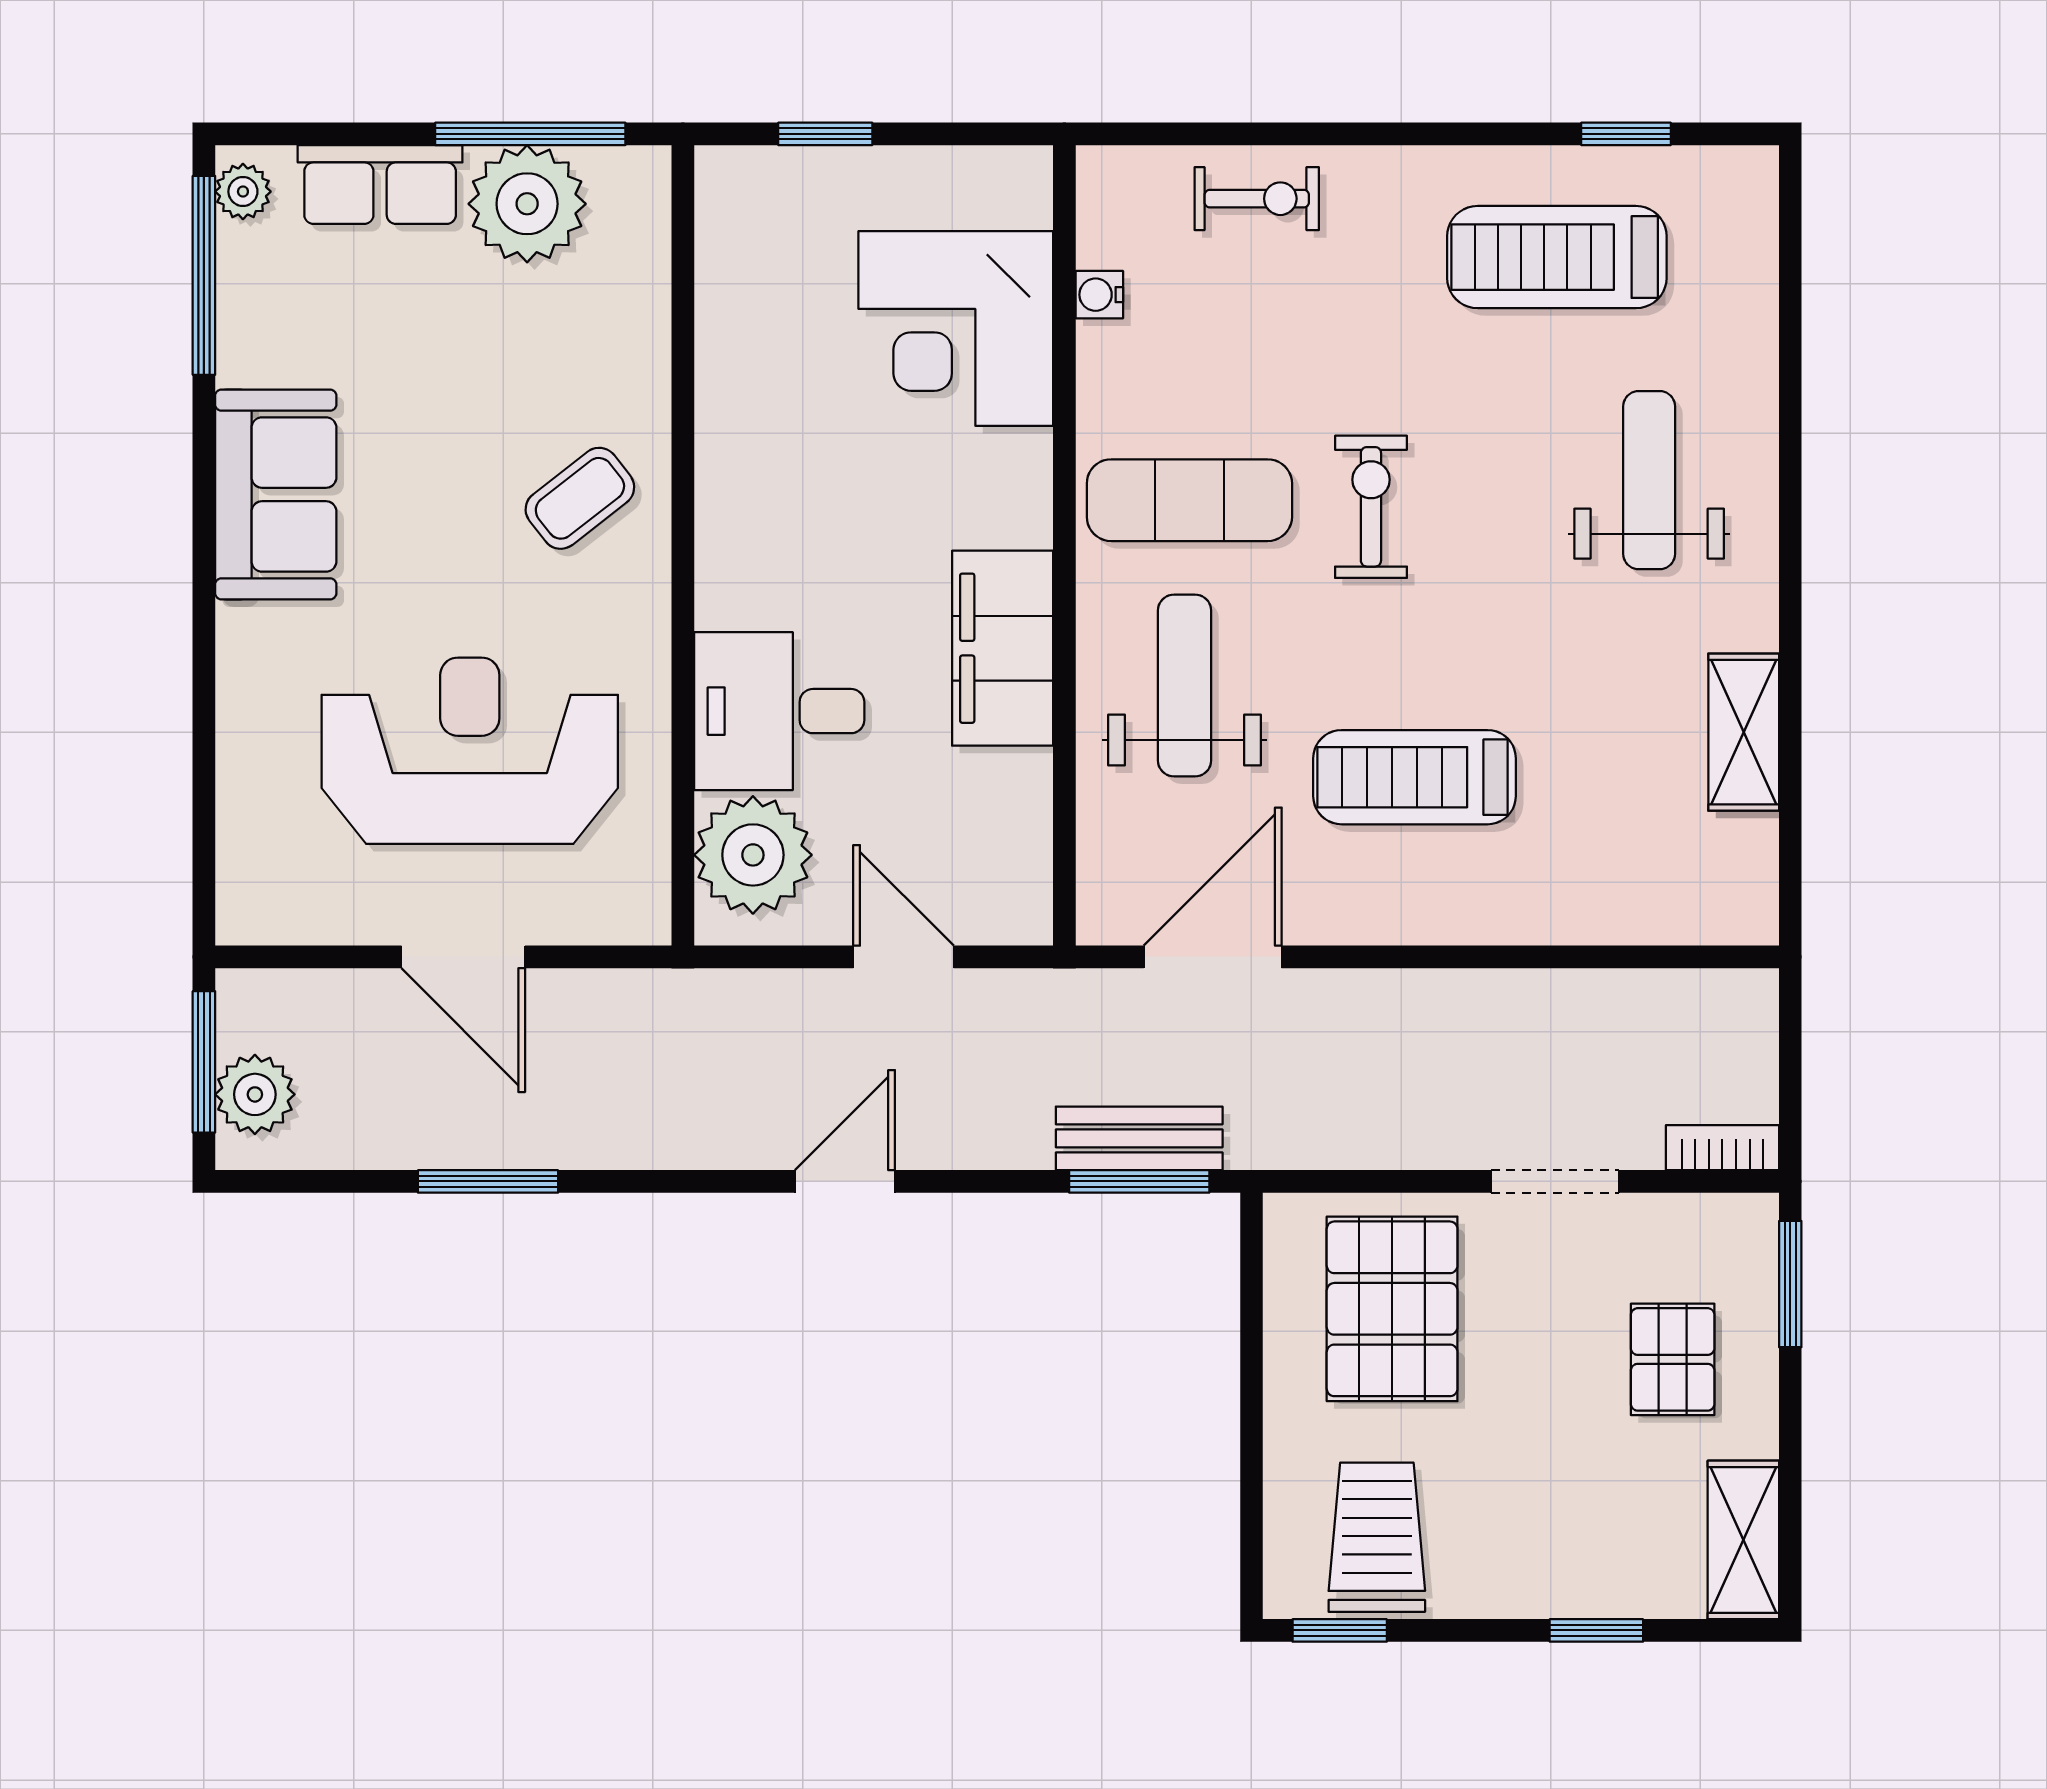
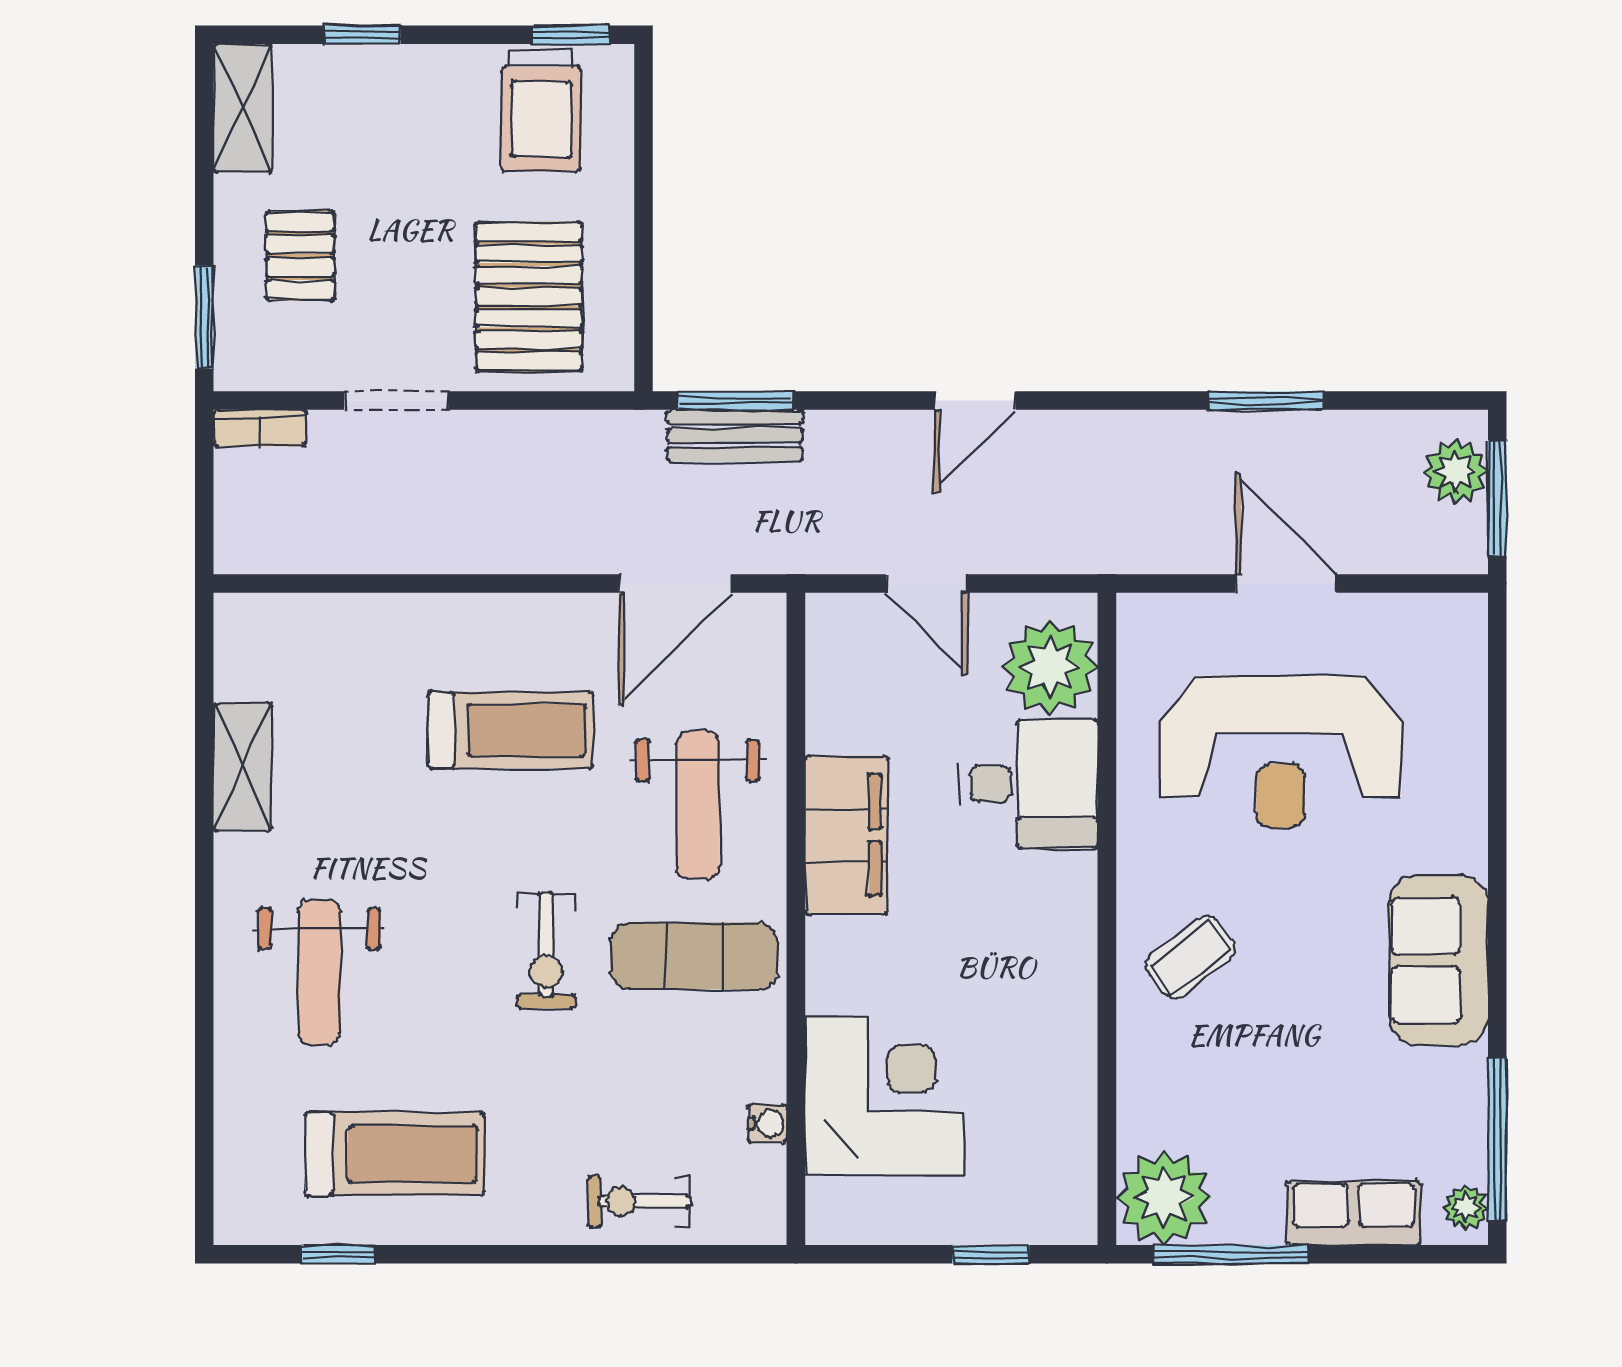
plant: (527, 204) -> (1164, 1197), moved

